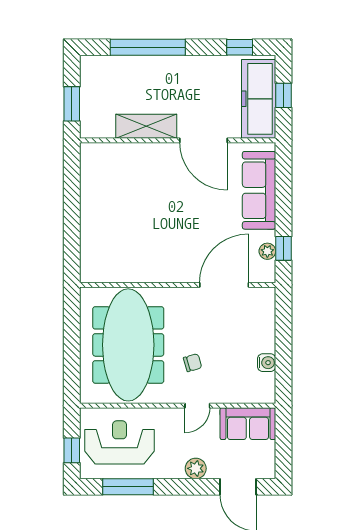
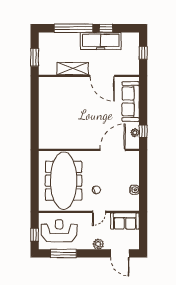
window: (240, 47) -> (106, 28), moved
freezer: (259, 99) -> (101, 41), moved, turned -90

